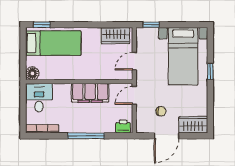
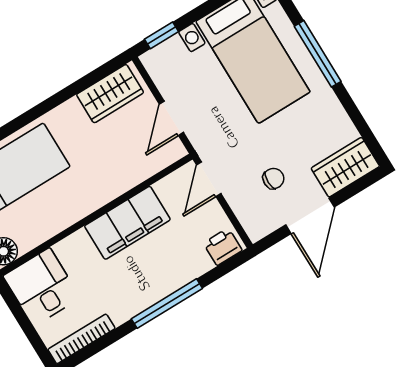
window: (210, 71) -> (318, 54), width x2.17

